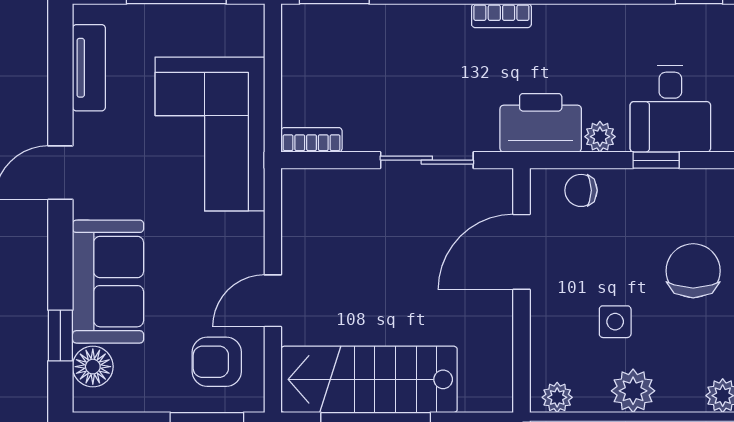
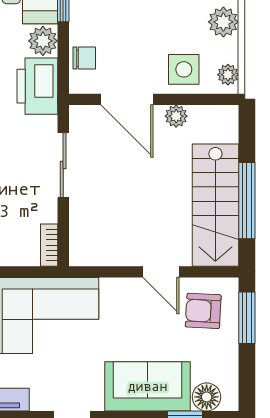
plant: (600, 137) -> (43, 41), width x1.38, depth x1.38
chair: (581, 190) -> (84, 58), turned -90
side table: (615, 322) -> (184, 69), moved, width x1.37, depth x1.37
plant: (497, 323) -> (176, 116), added
armchair: (217, 362) -> (203, 311), turned 93

